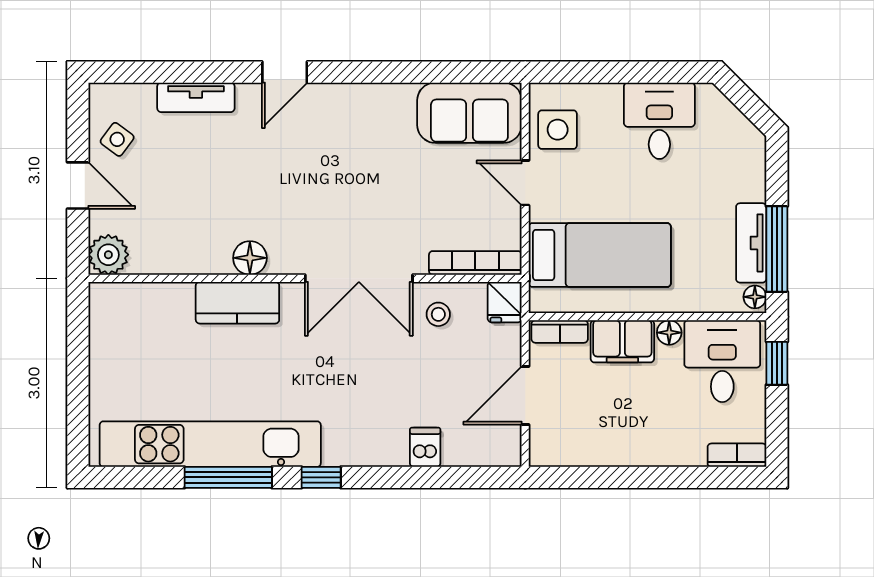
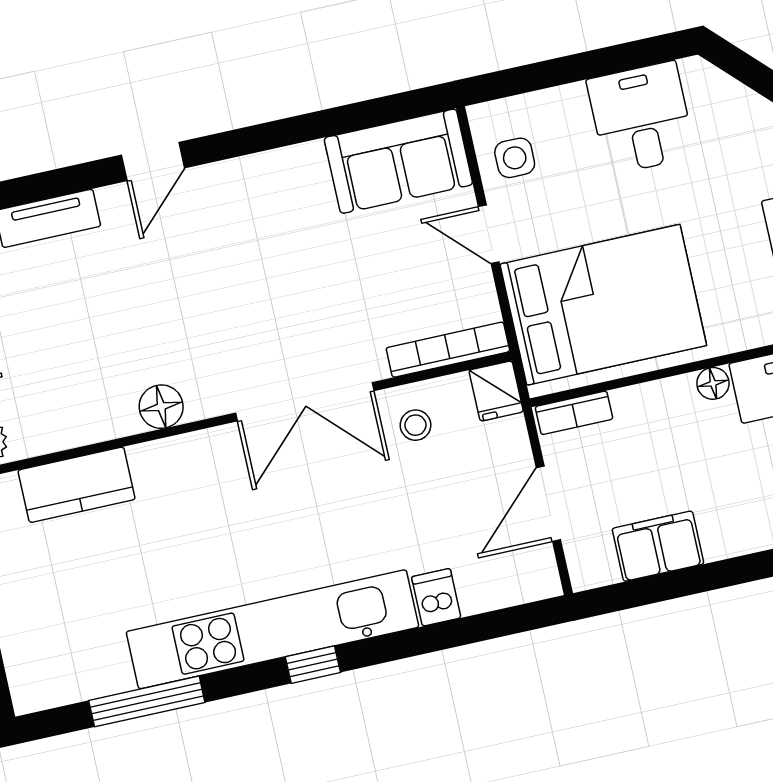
side table: (558, 130) -> (515, 158), width x0.73, depth x0.73
bed: (600, 255) -> (603, 305), width x1.50
kitchen counter: (237, 303) -> (77, 485), moved
filing cabinet: (622, 341) -> (658, 546), moved, turned 180
kitchen unit: (210, 444) -> (272, 629), moved
window: (228, 477) -> (147, 701), moved

